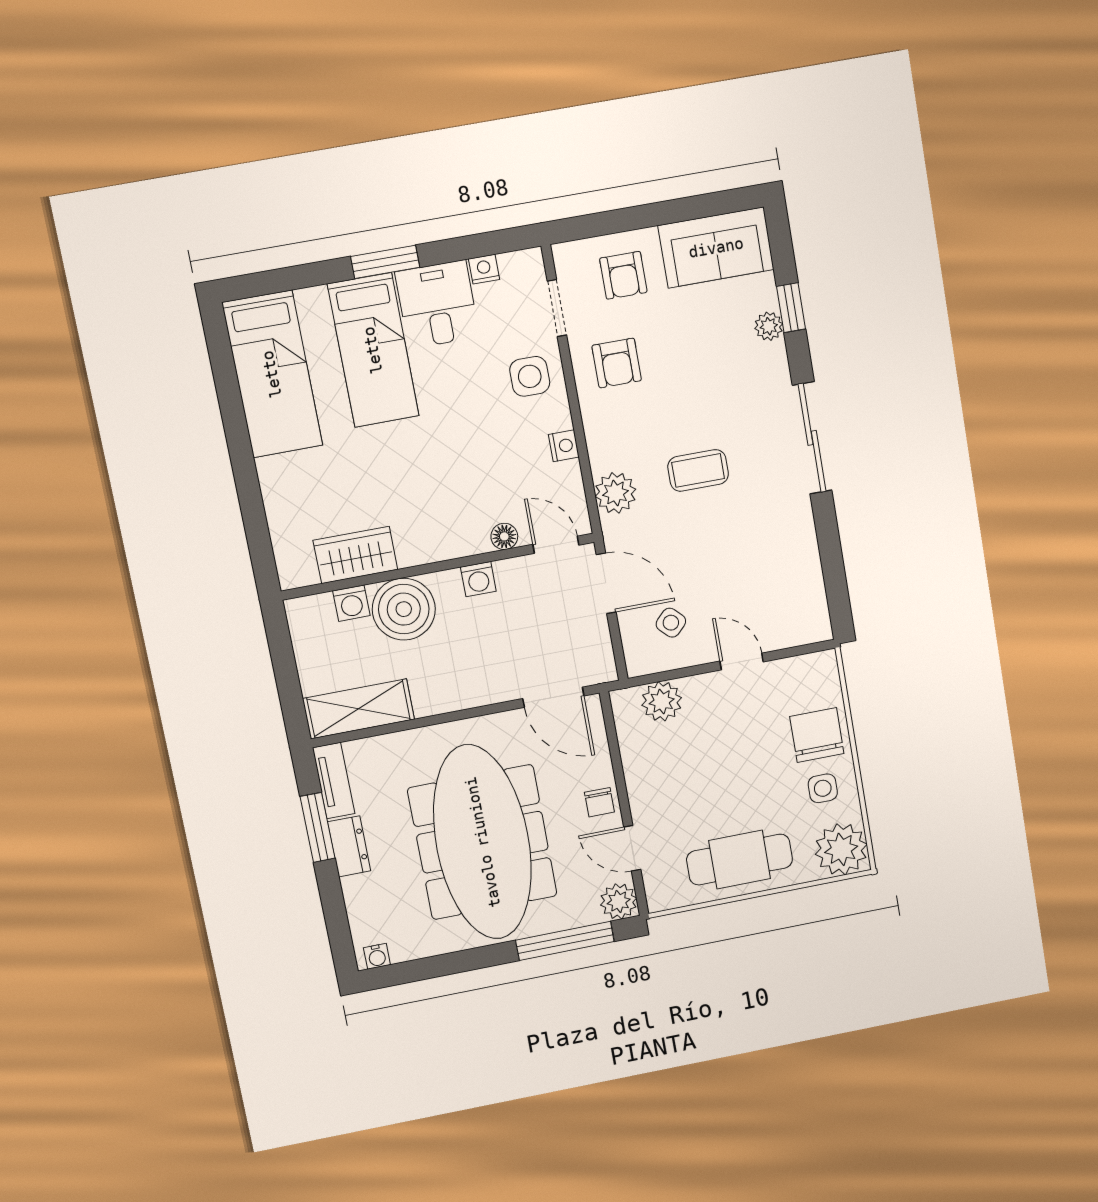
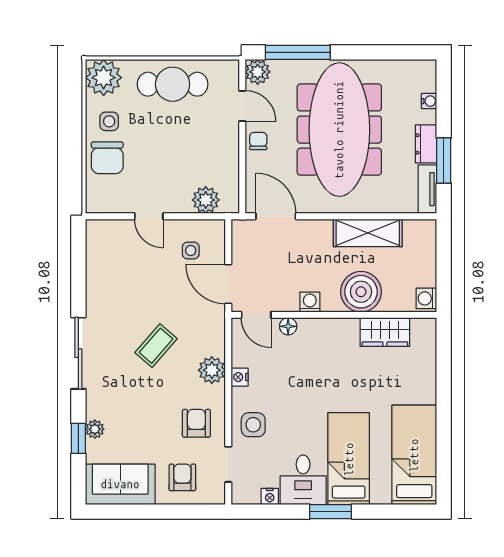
coffee table: (698, 470) -> (156, 346), turned -49
plant: (615, 493) -> (212, 370), moved
washing machine: (351, 603) -> (426, 298), moved, turned -90
side table: (671, 623) -> (191, 250), turned 45
shelving: (359, 709) -> (368, 233), moved
water cooler: (377, 956) -> (429, 101), moved, turned 90

